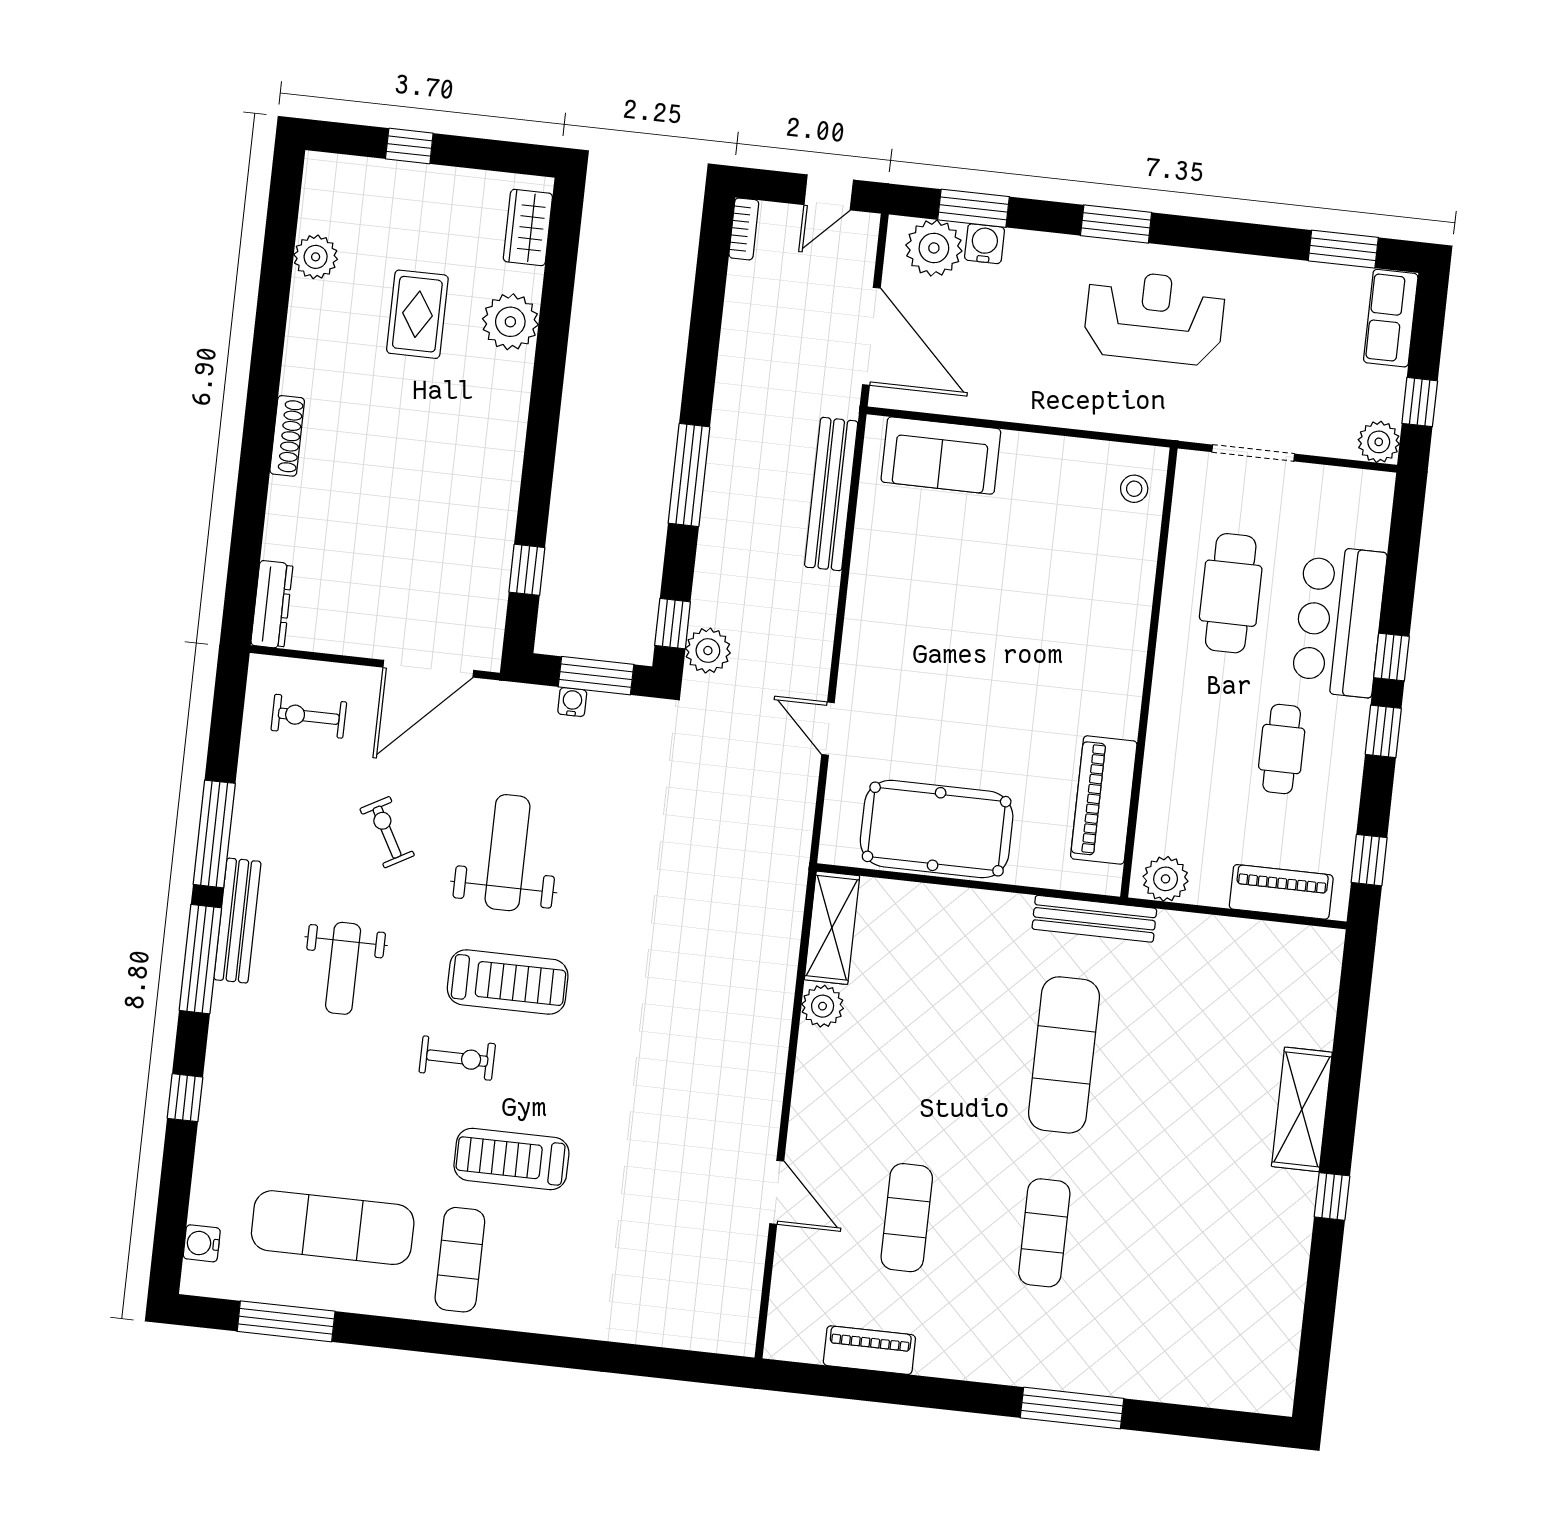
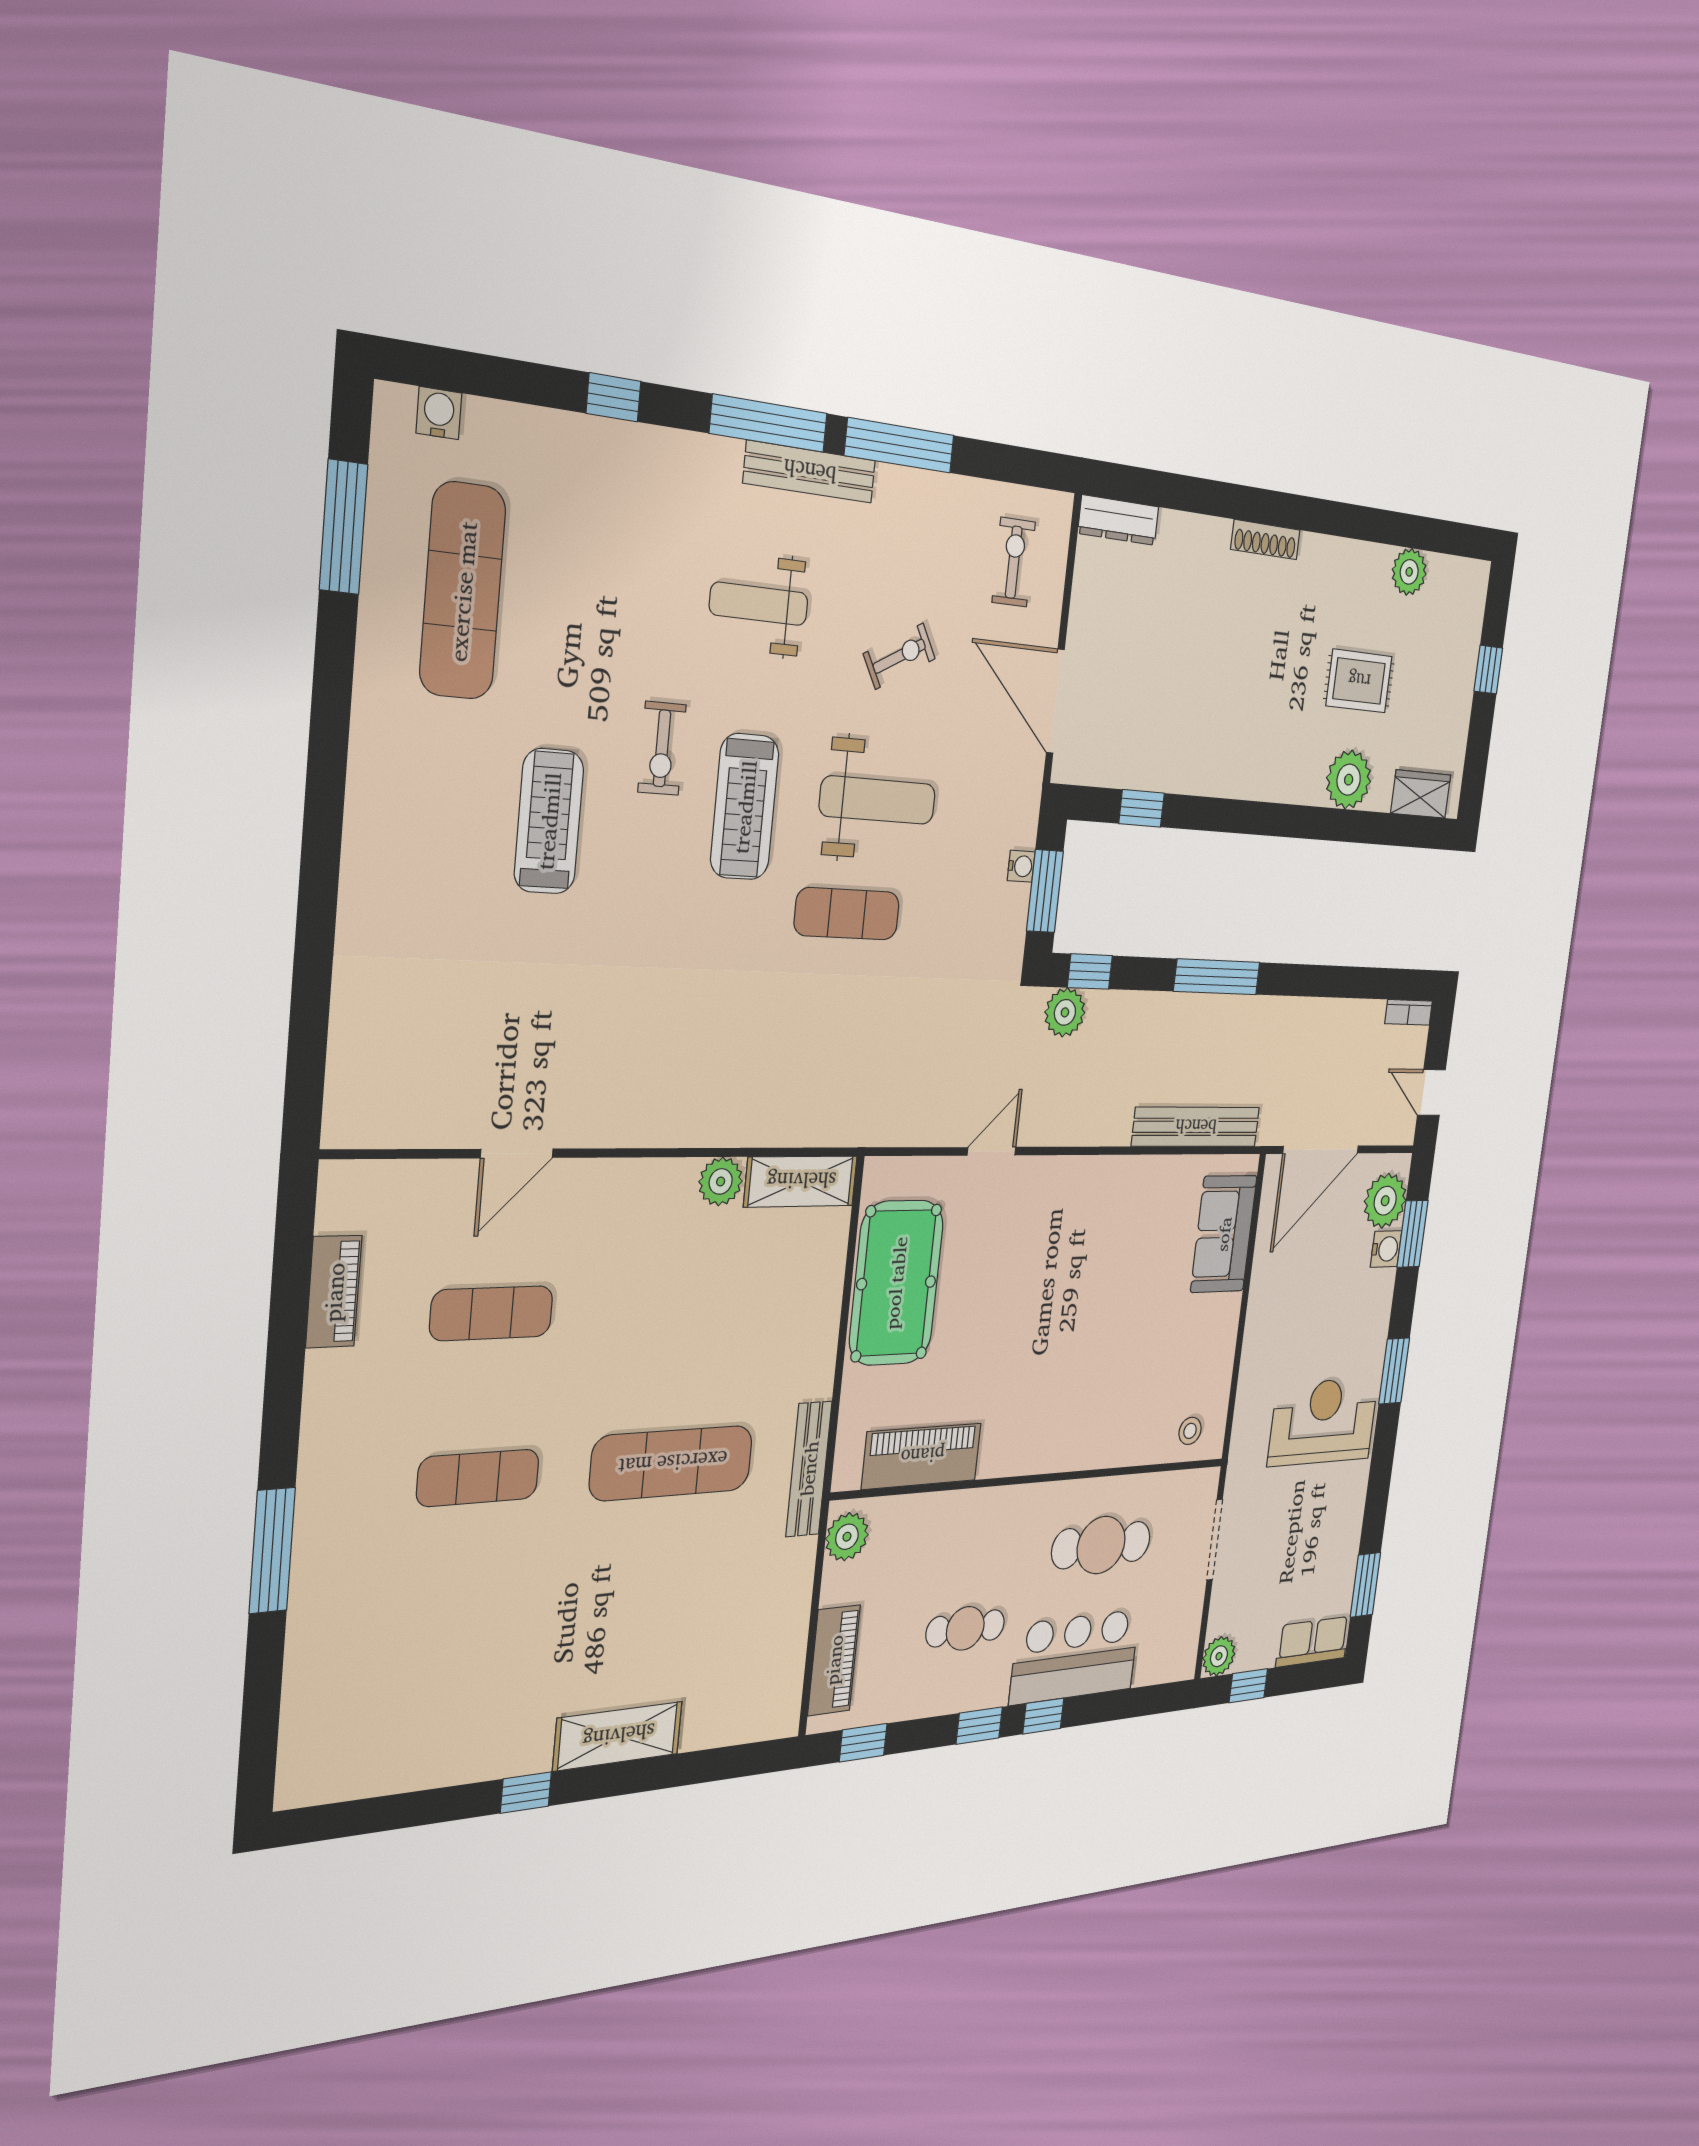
reception desk: (1154, 317) -> (1323, 1422), turned -90
exercise mat: (460, 1260) -> (847, 914), moved

